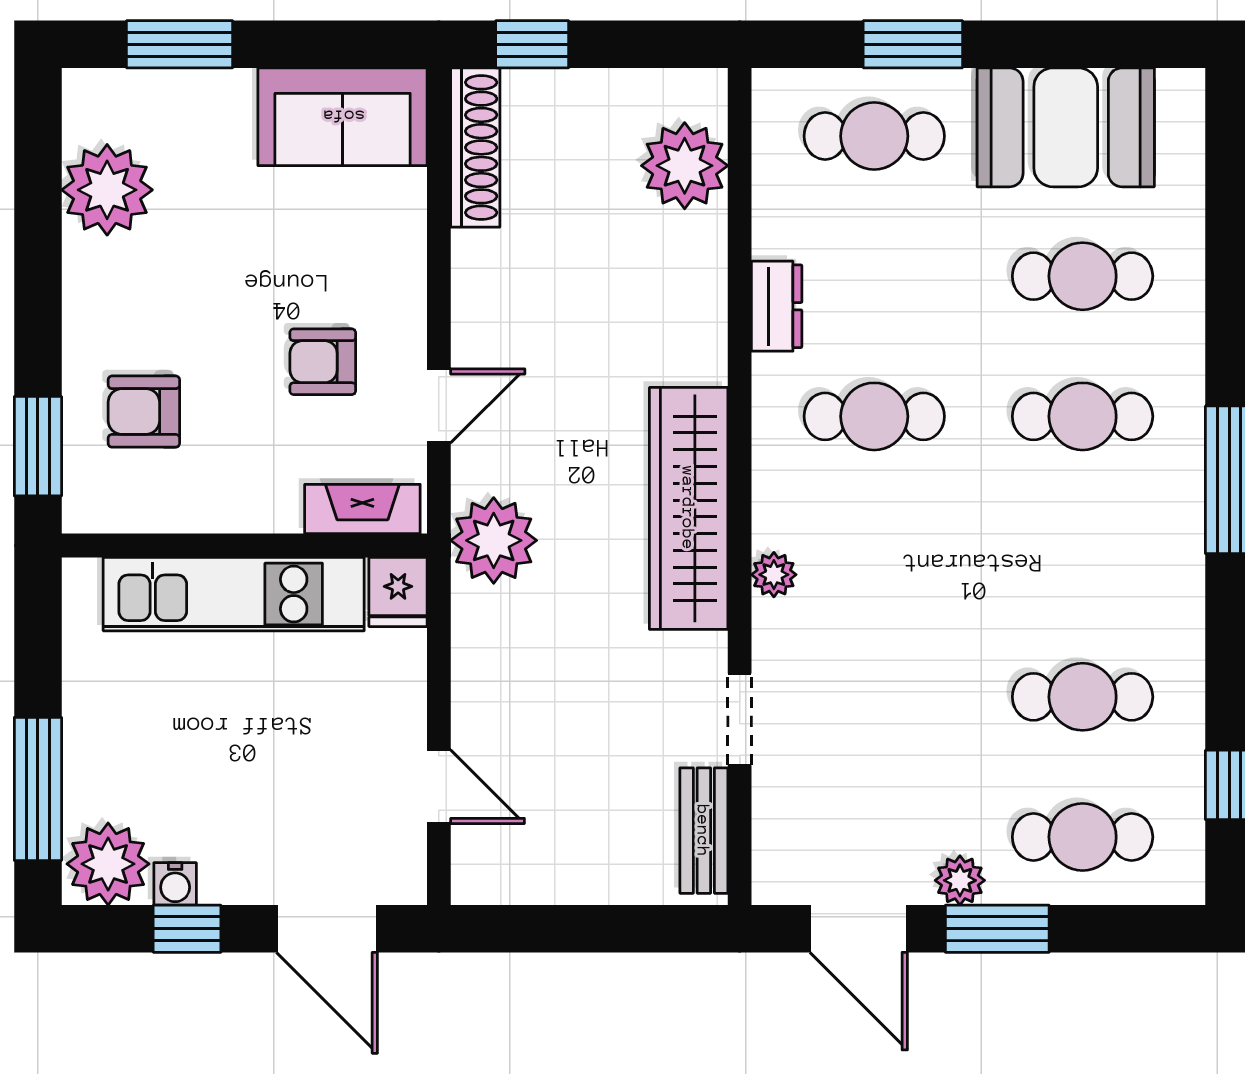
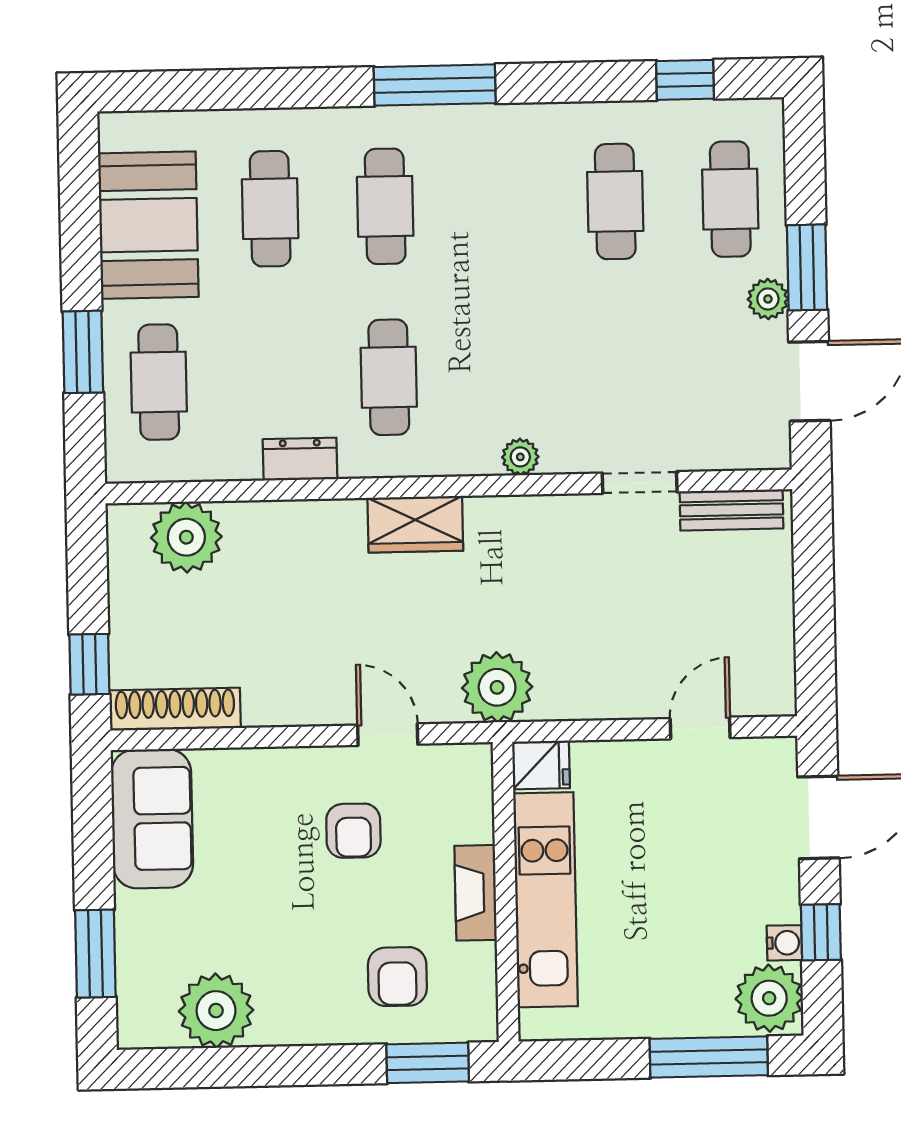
wardrobe: (689, 508) -> (415, 524), width x0.48, depth x0.85
fireplace: (362, 509) -> (476, 893), moved

